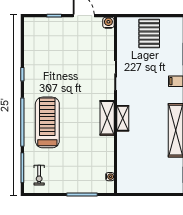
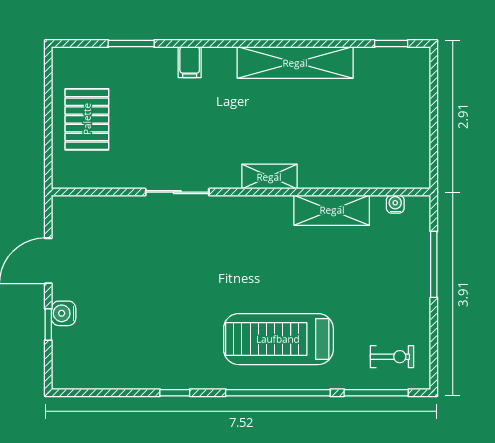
water cooler: (108, 23) -> (64, 313), moved
pallet: (149, 34) -> (87, 119), turned 90
shelving: (107, 118) -> (332, 210), moved

